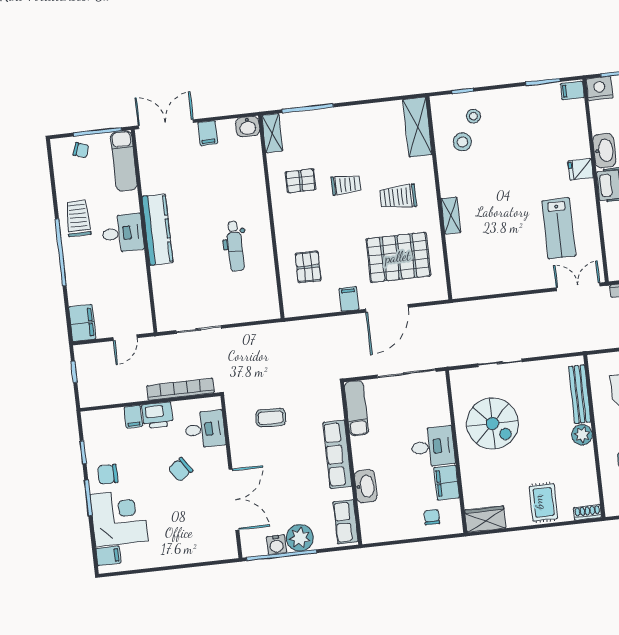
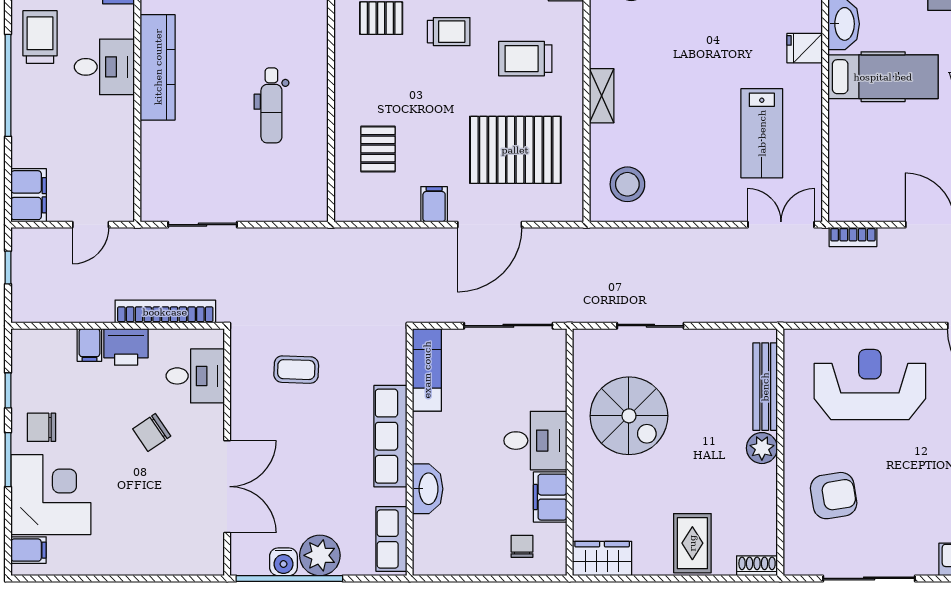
stool: (474, 272) -> (627, 184), added

